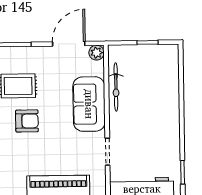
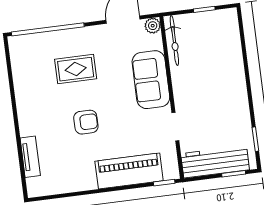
bicycle: (116, 87) -> (174, 40), moved
armchair: (27, 121) -> (86, 122), moved

